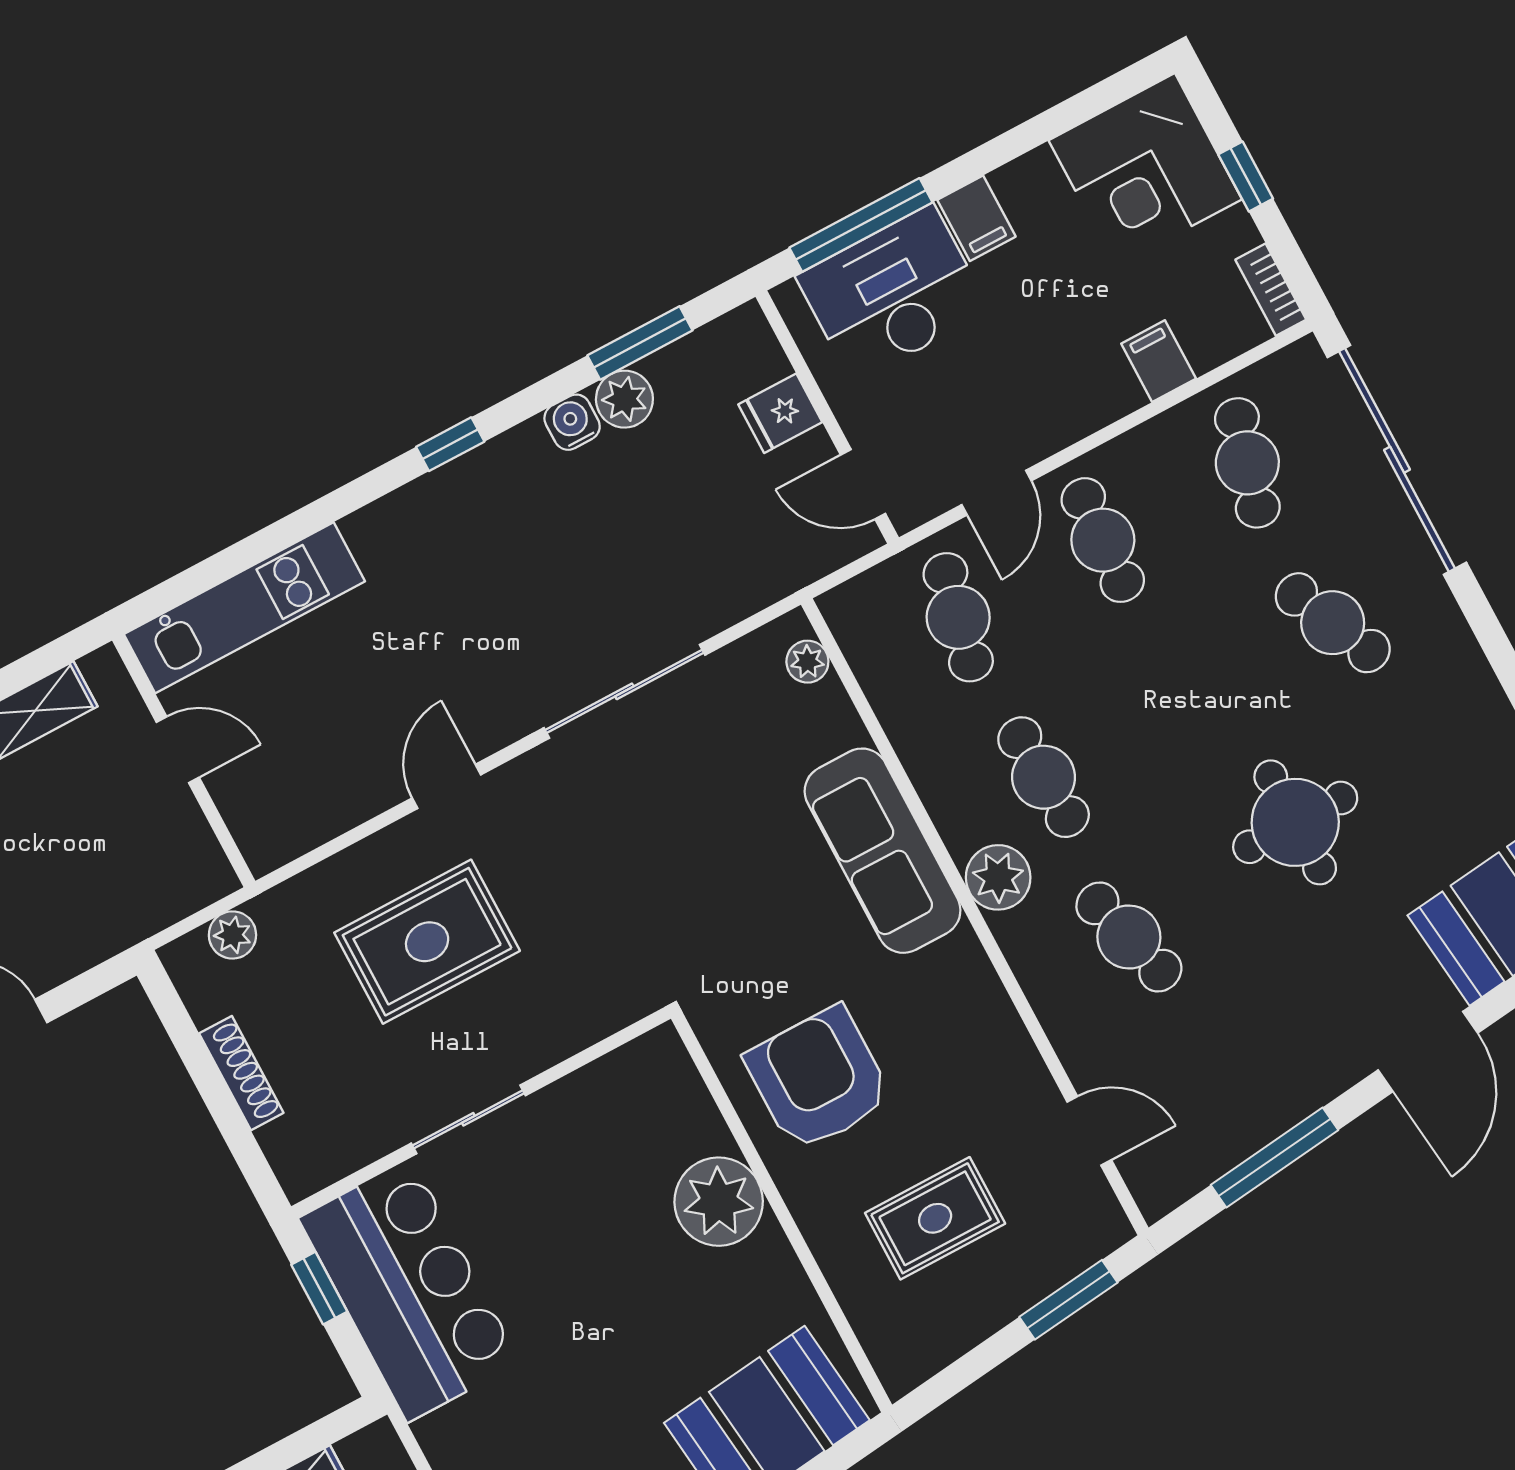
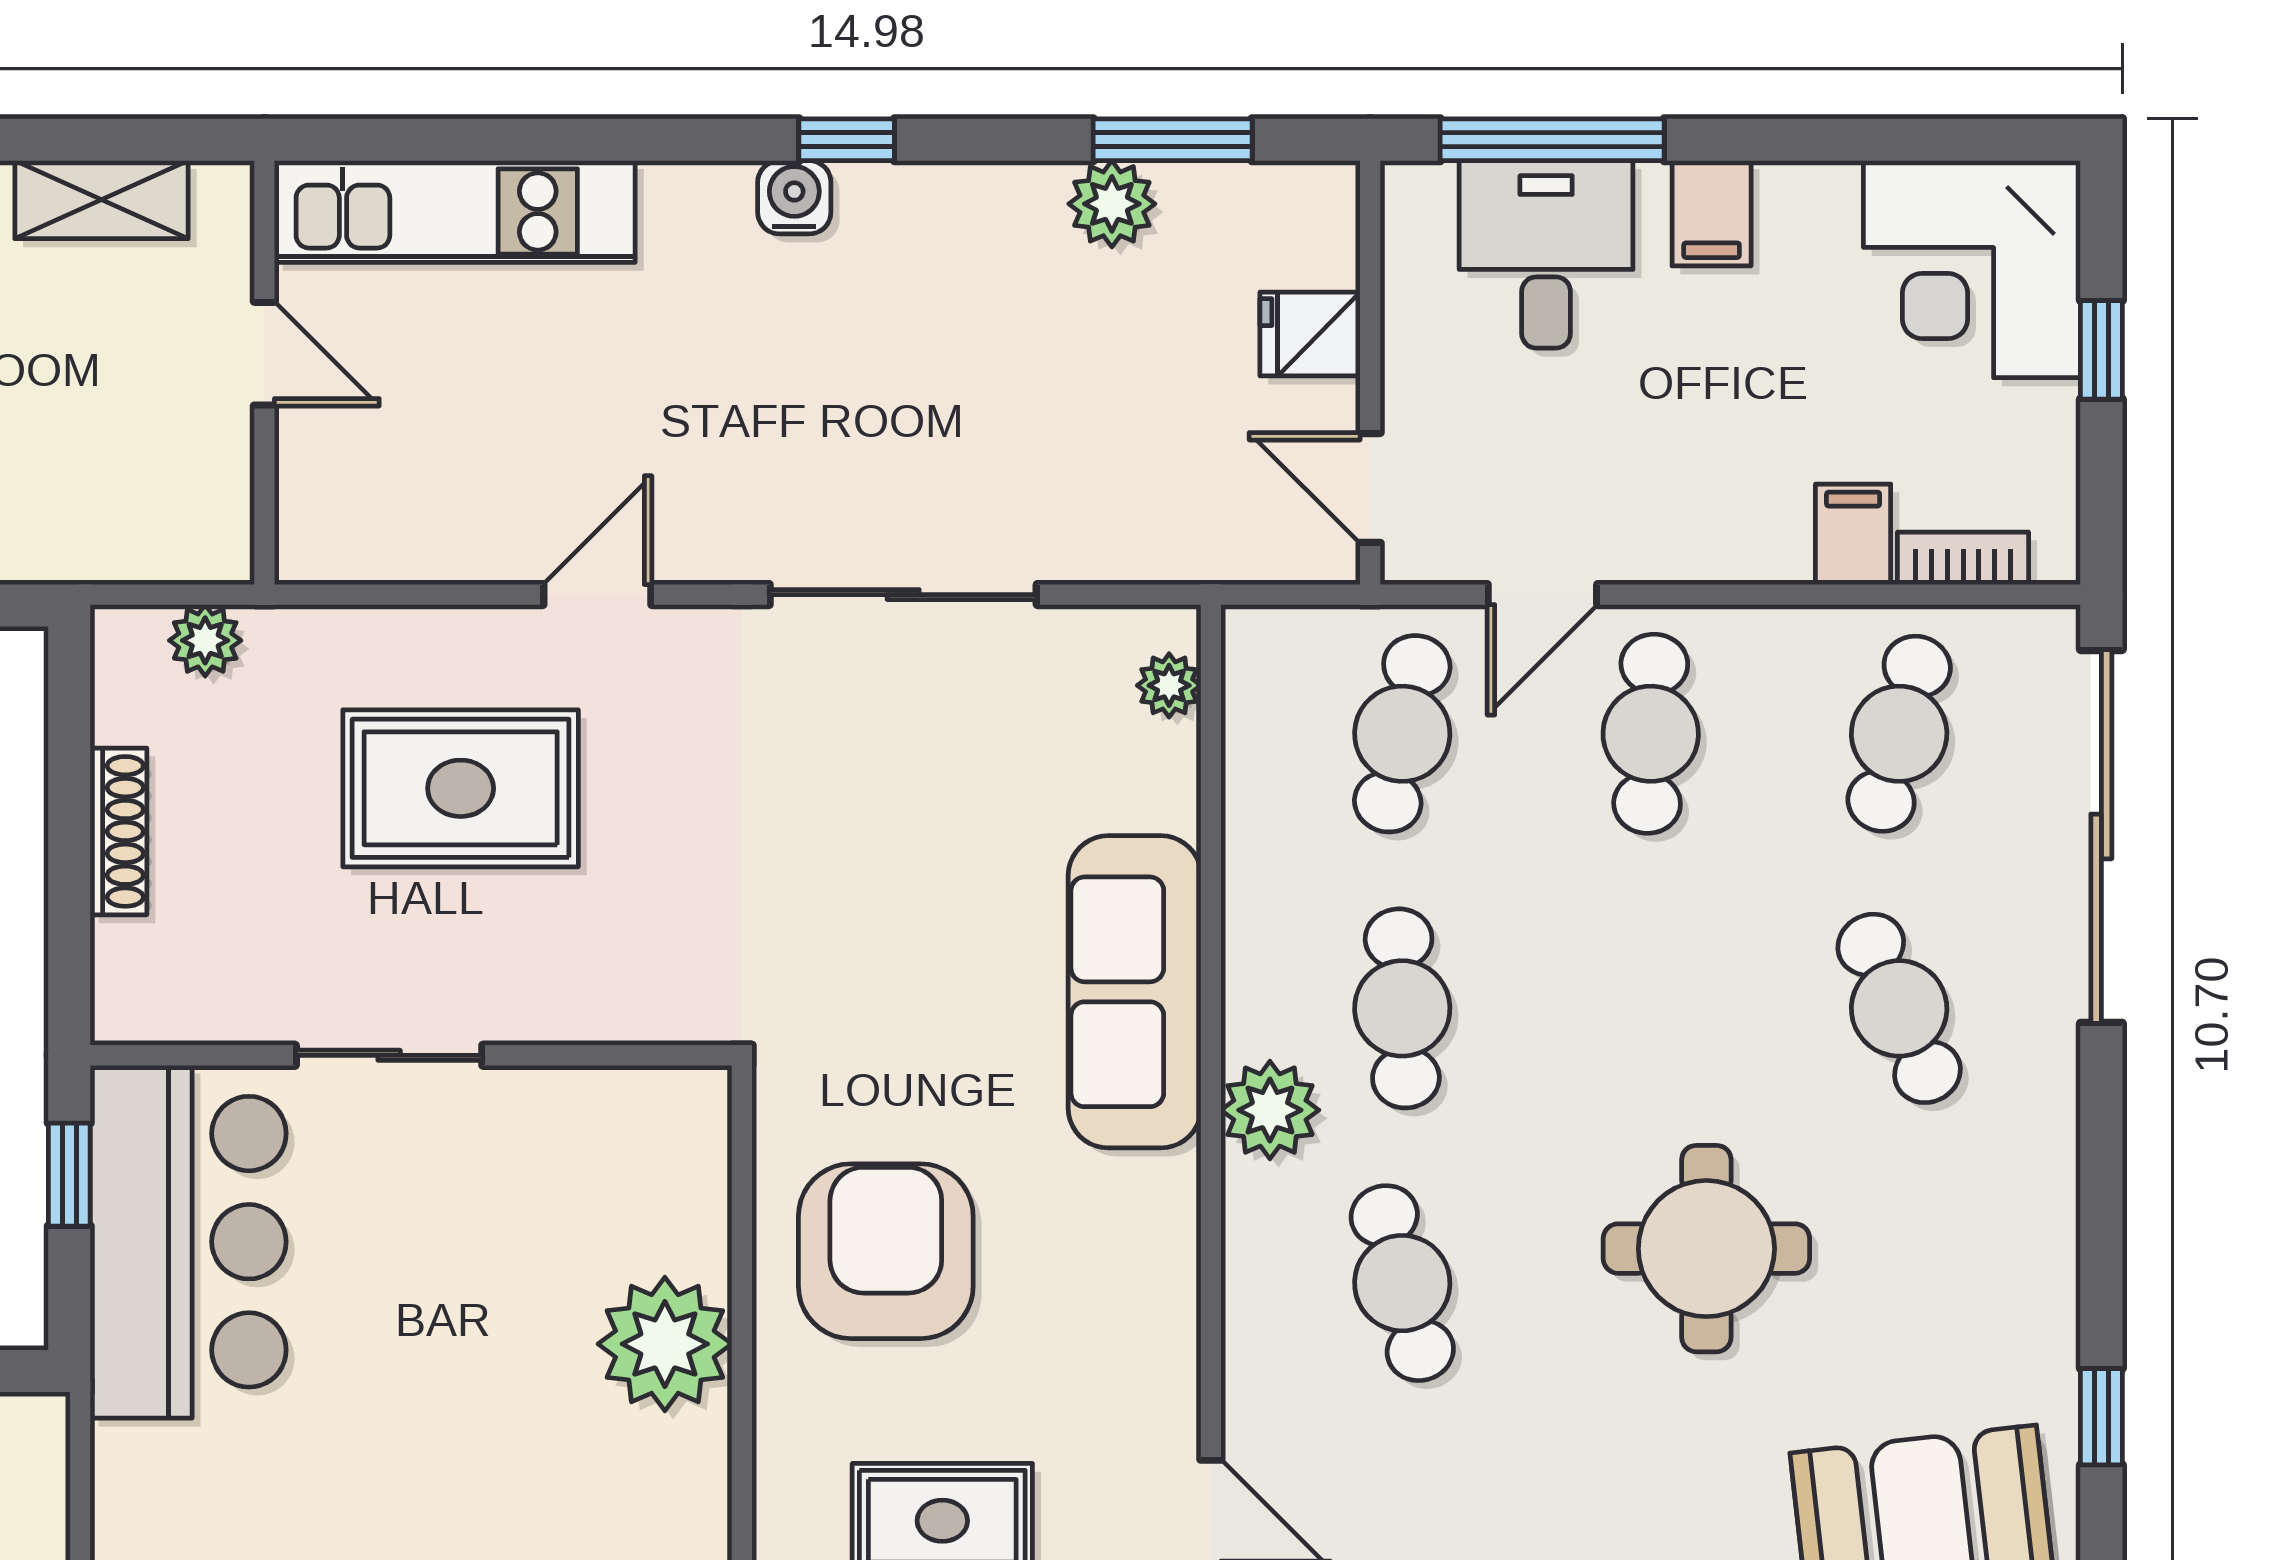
bookcase: (1271, 290) -> (1963, 558), moved, turned 90
desk: (893, 294) -> (1546, 254), width x0.73
water cooler: (572, 422) -> (794, 197), moved

